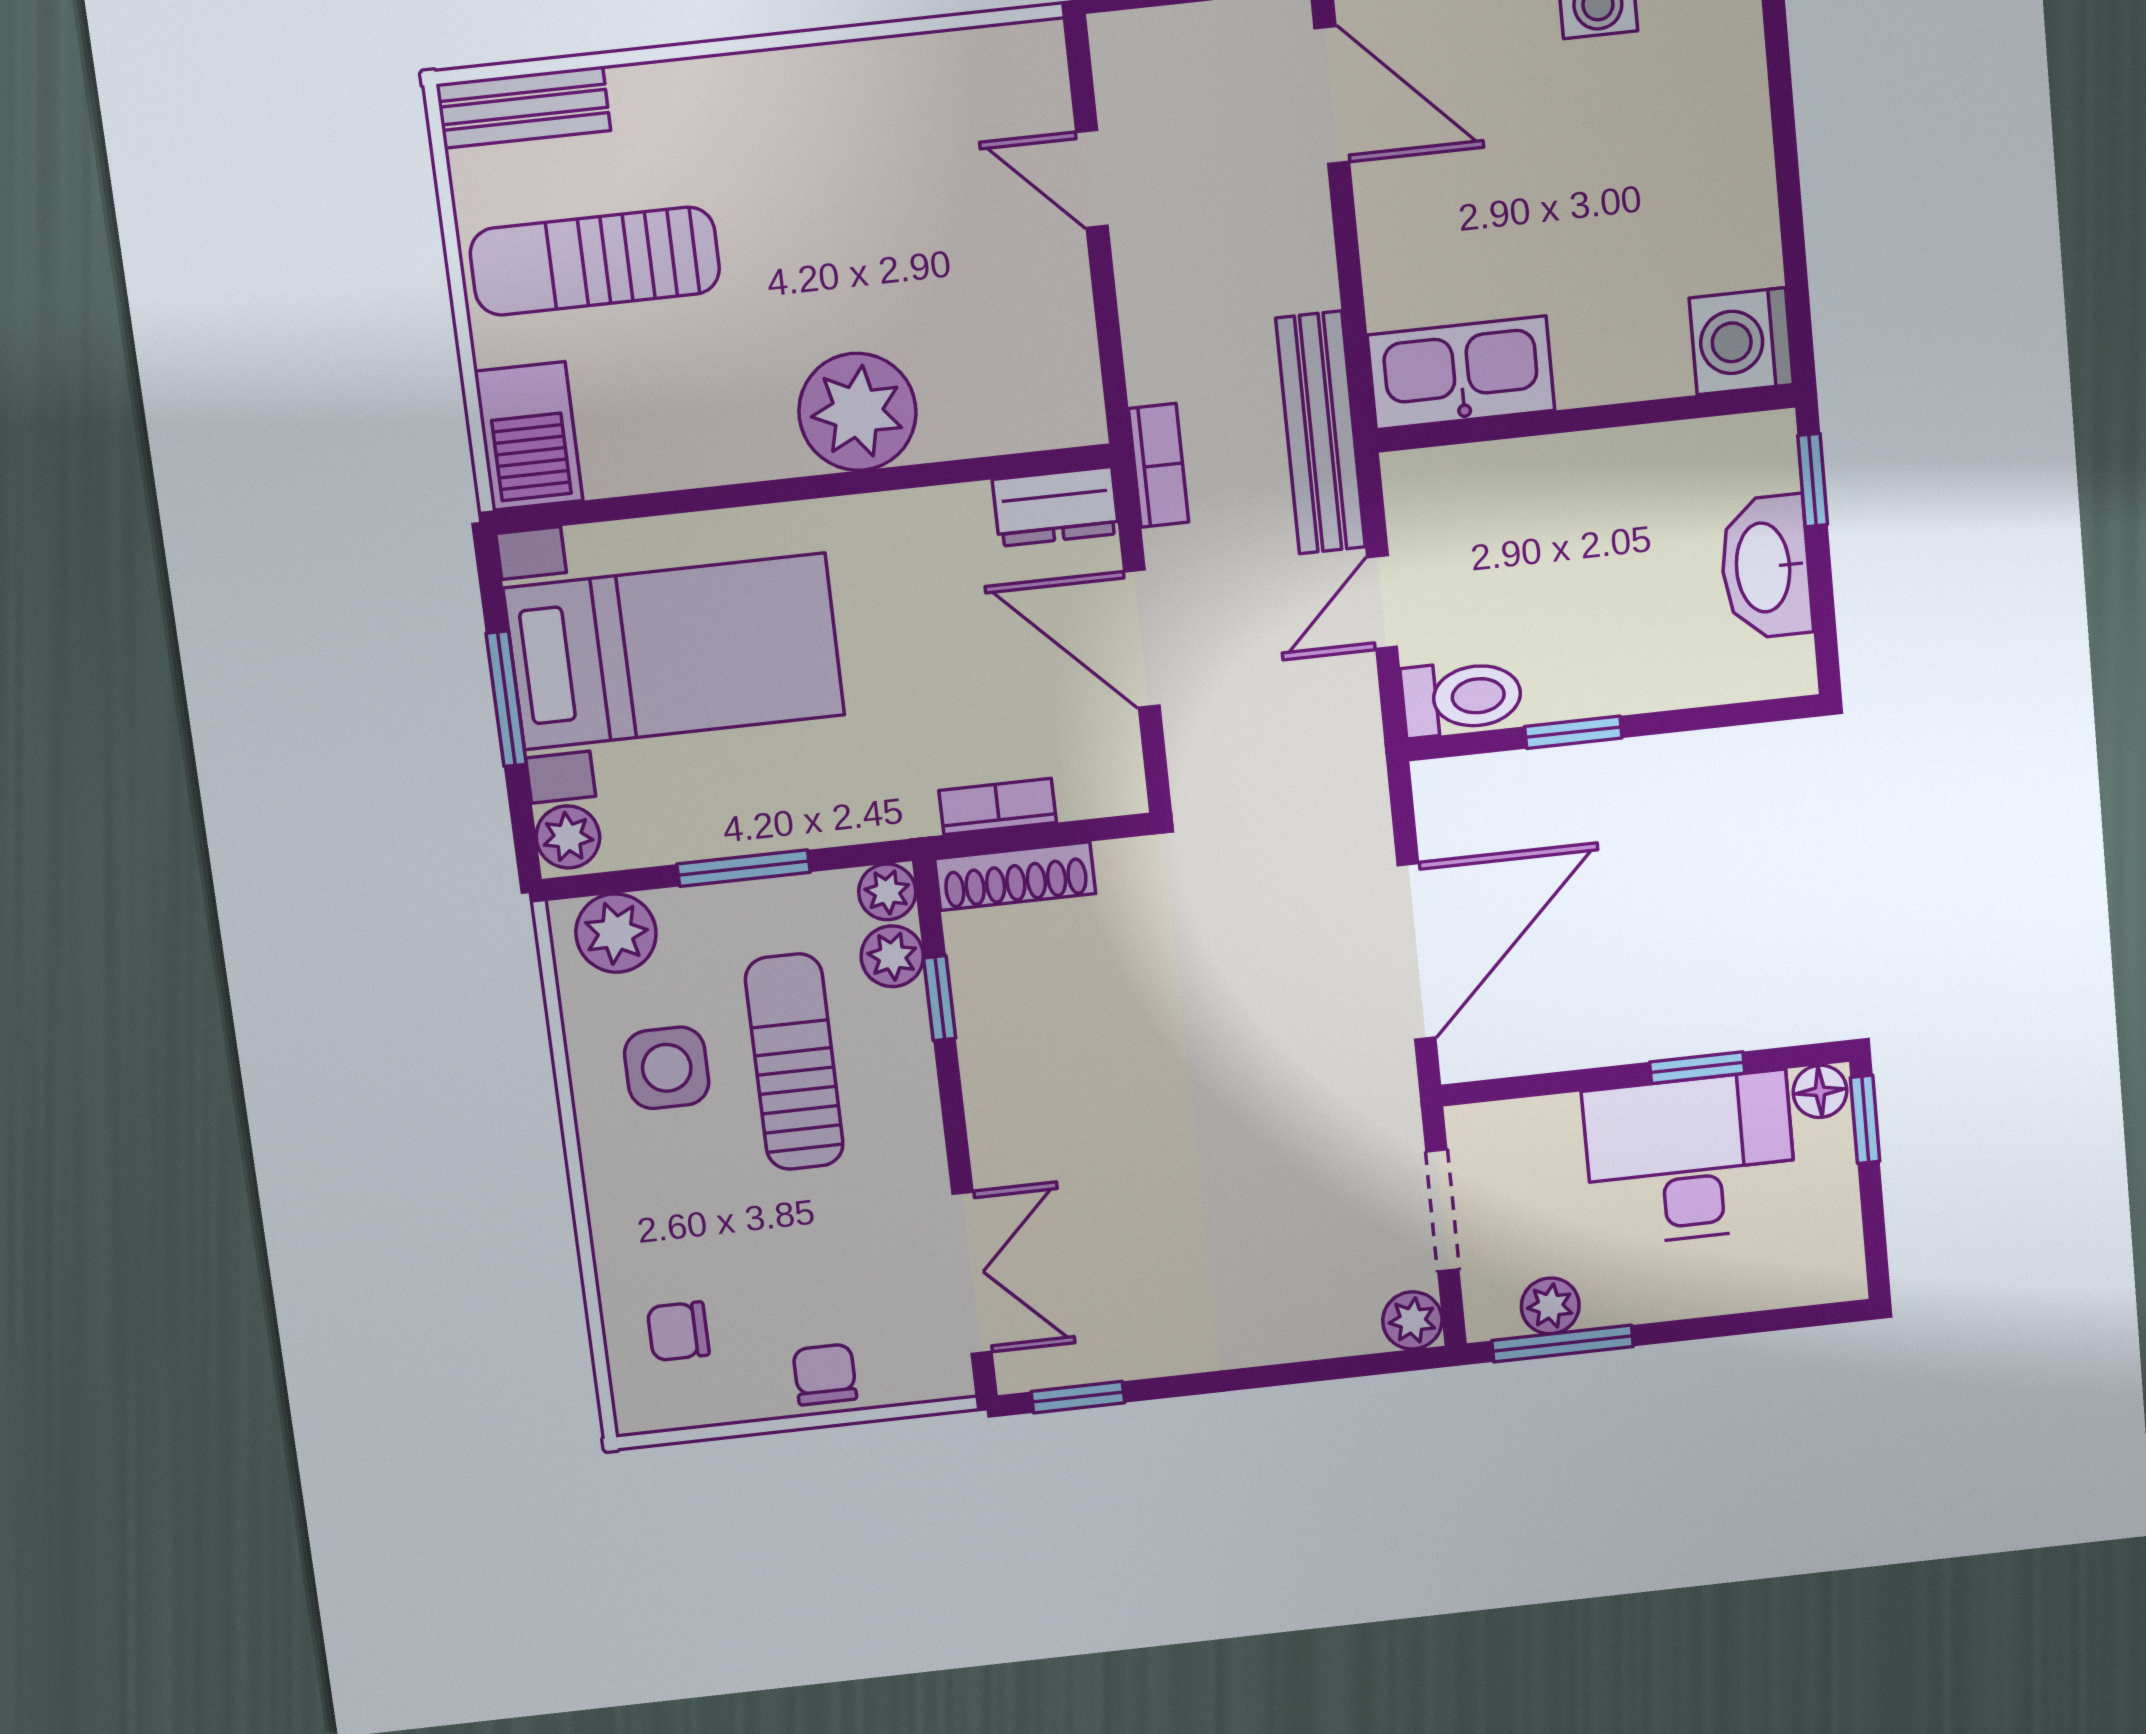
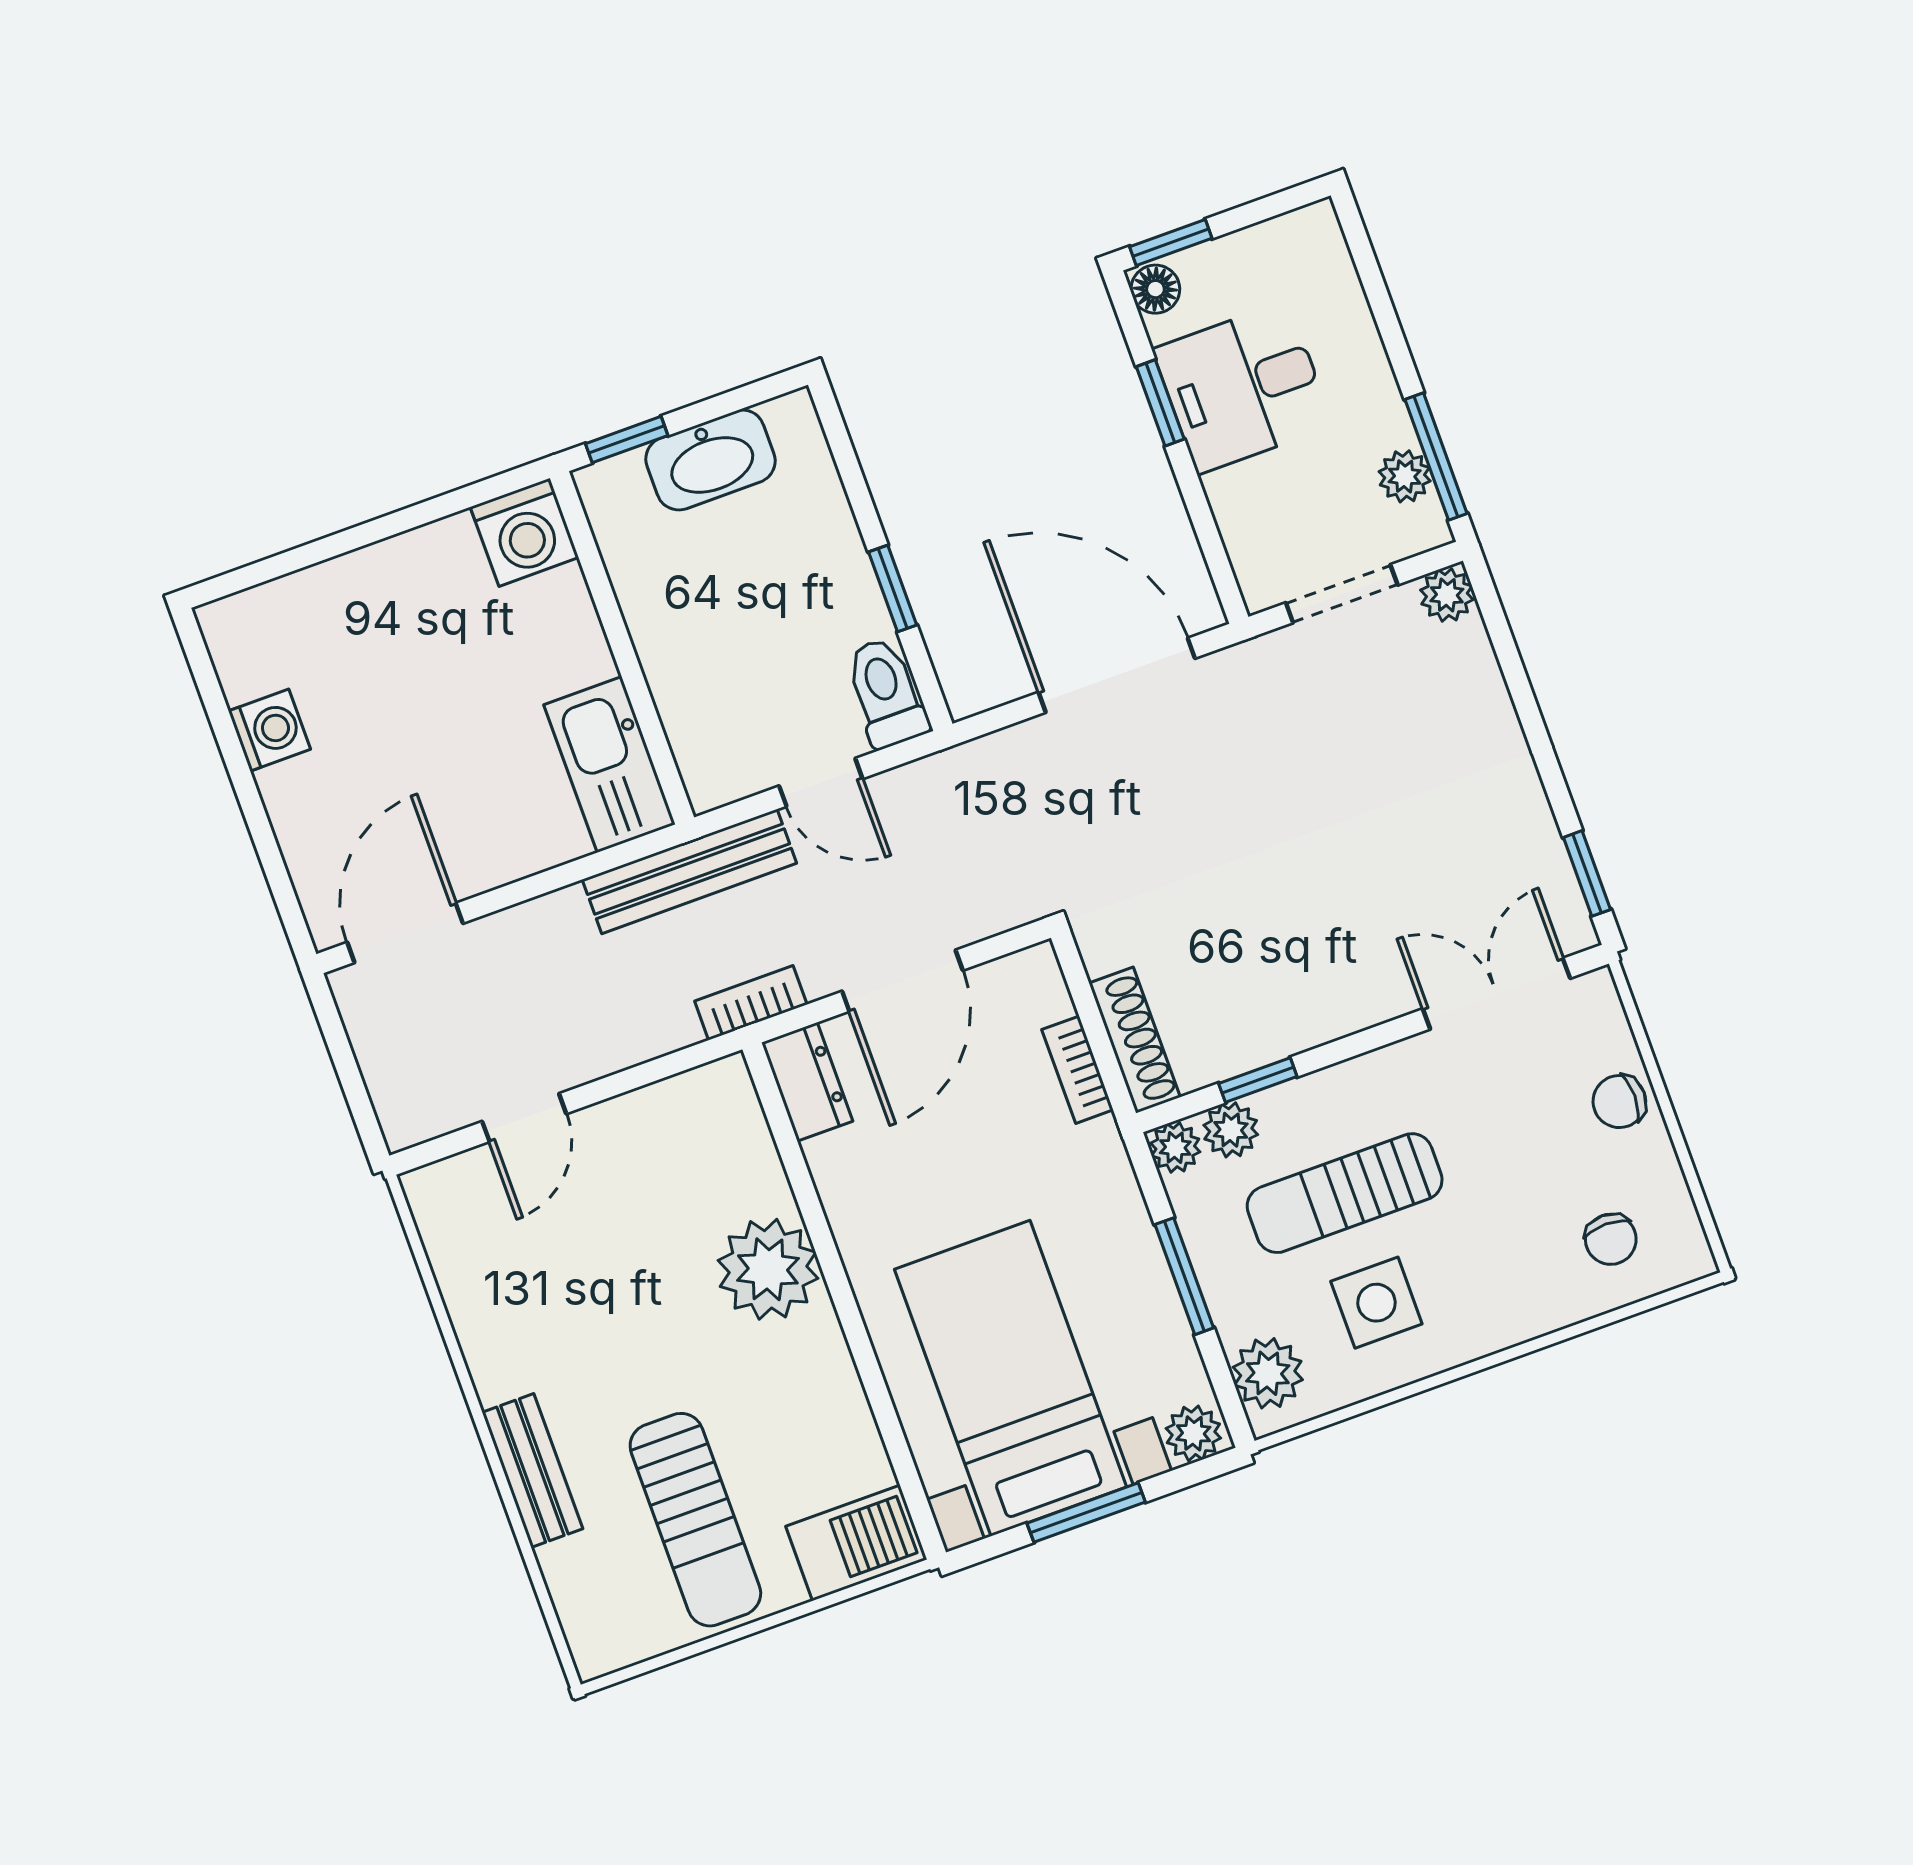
bench: (523, 107) -> (532, 1470), moved
desk: (1690, 1159) -> (1243, 387), width x0.73

